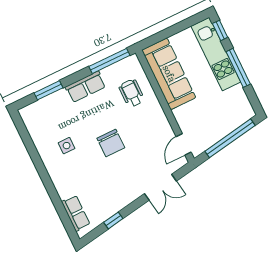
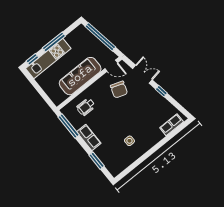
sofa: (169, 74) -> (80, 76), moved
chair: (111, 143) -> (119, 90), moved, turned 109
window: (113, 220) -> (161, 91), moved

